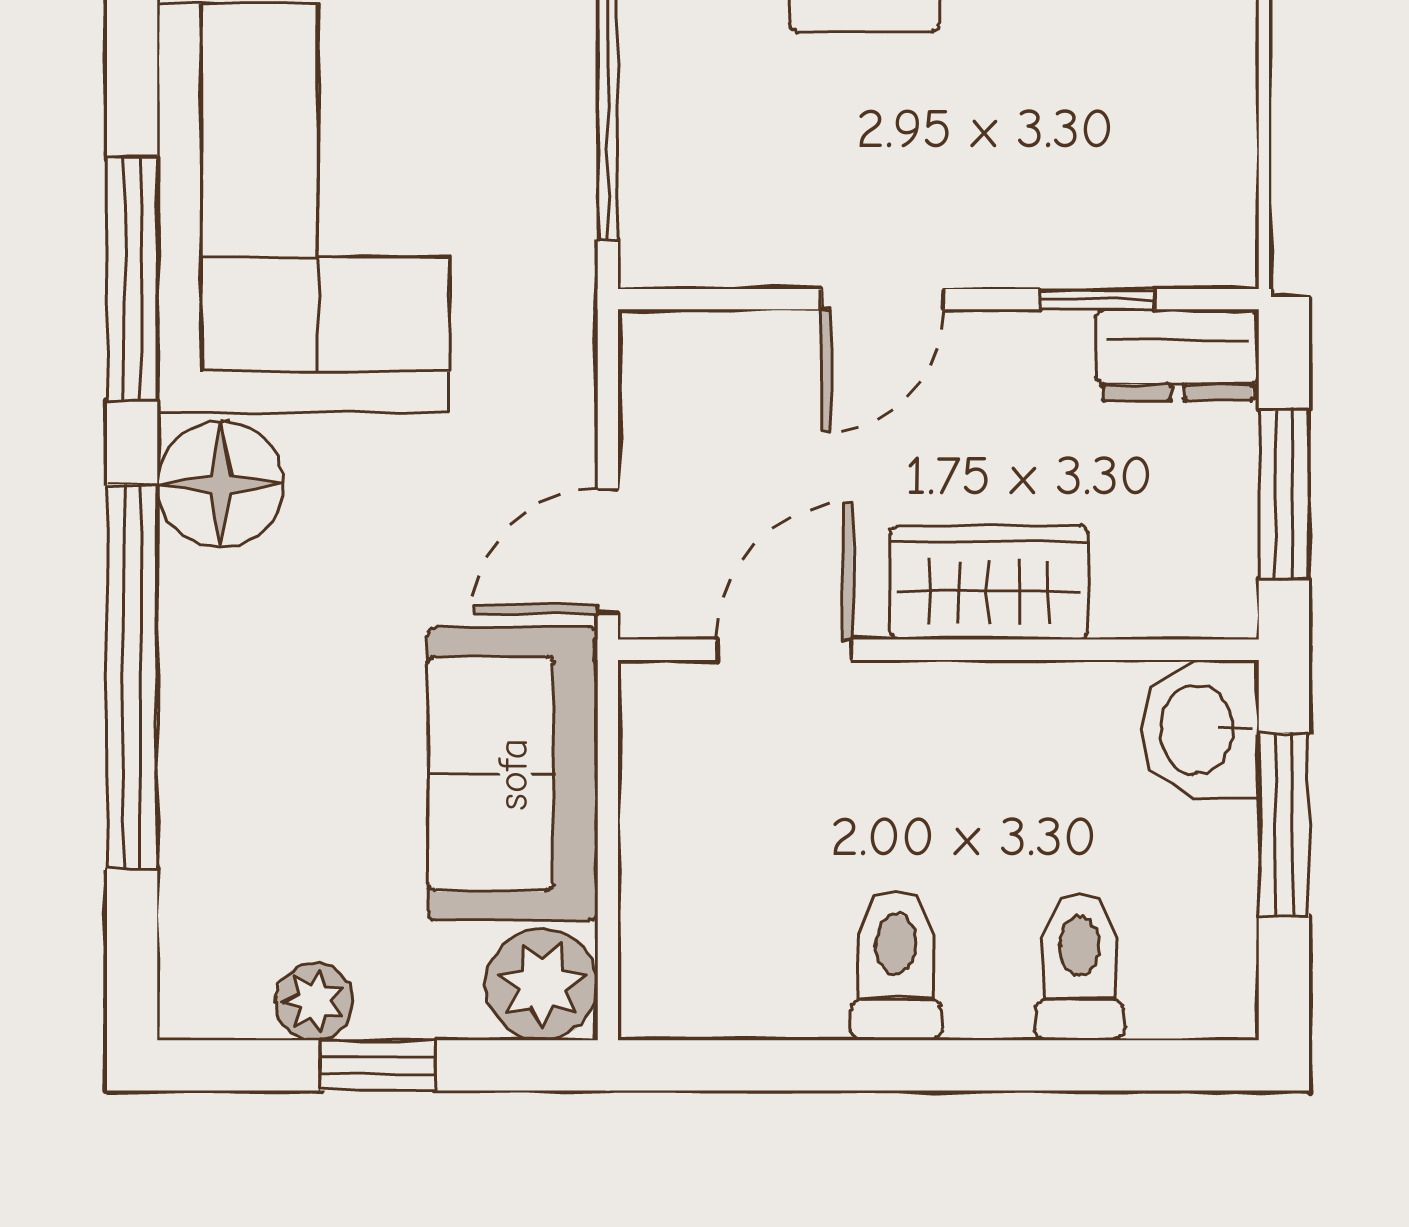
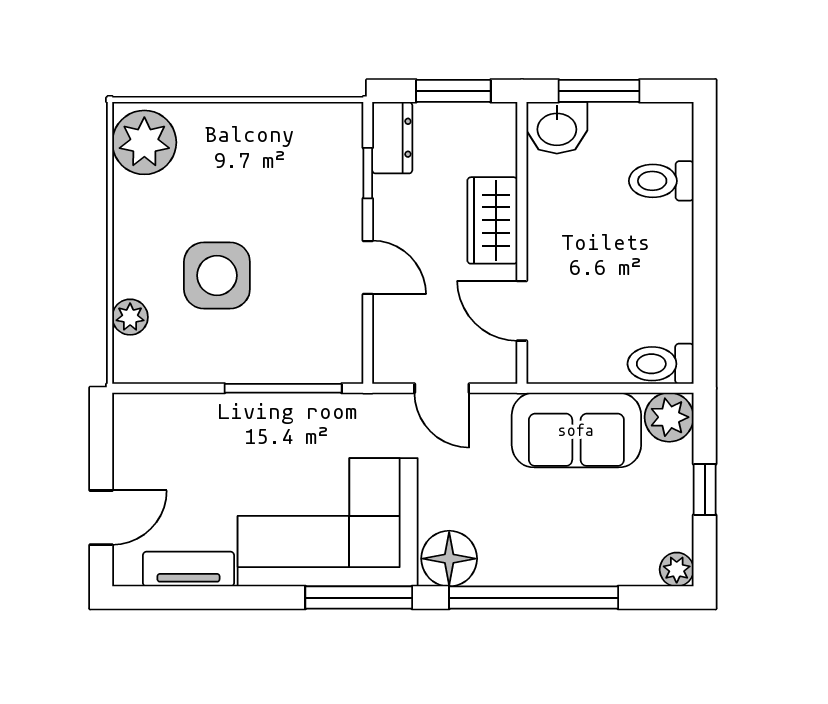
door: (608, 551) -> (442, 388), moved
toilet: (896, 965) -> (661, 364), moved
plant: (314, 1002) -> (677, 570), moved

